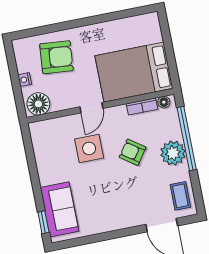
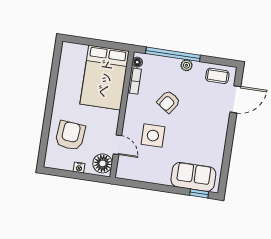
door: (91, 108) -> (117, 145), moved
plant: (173, 153) -> (186, 65), width x0.53, depth x0.53

